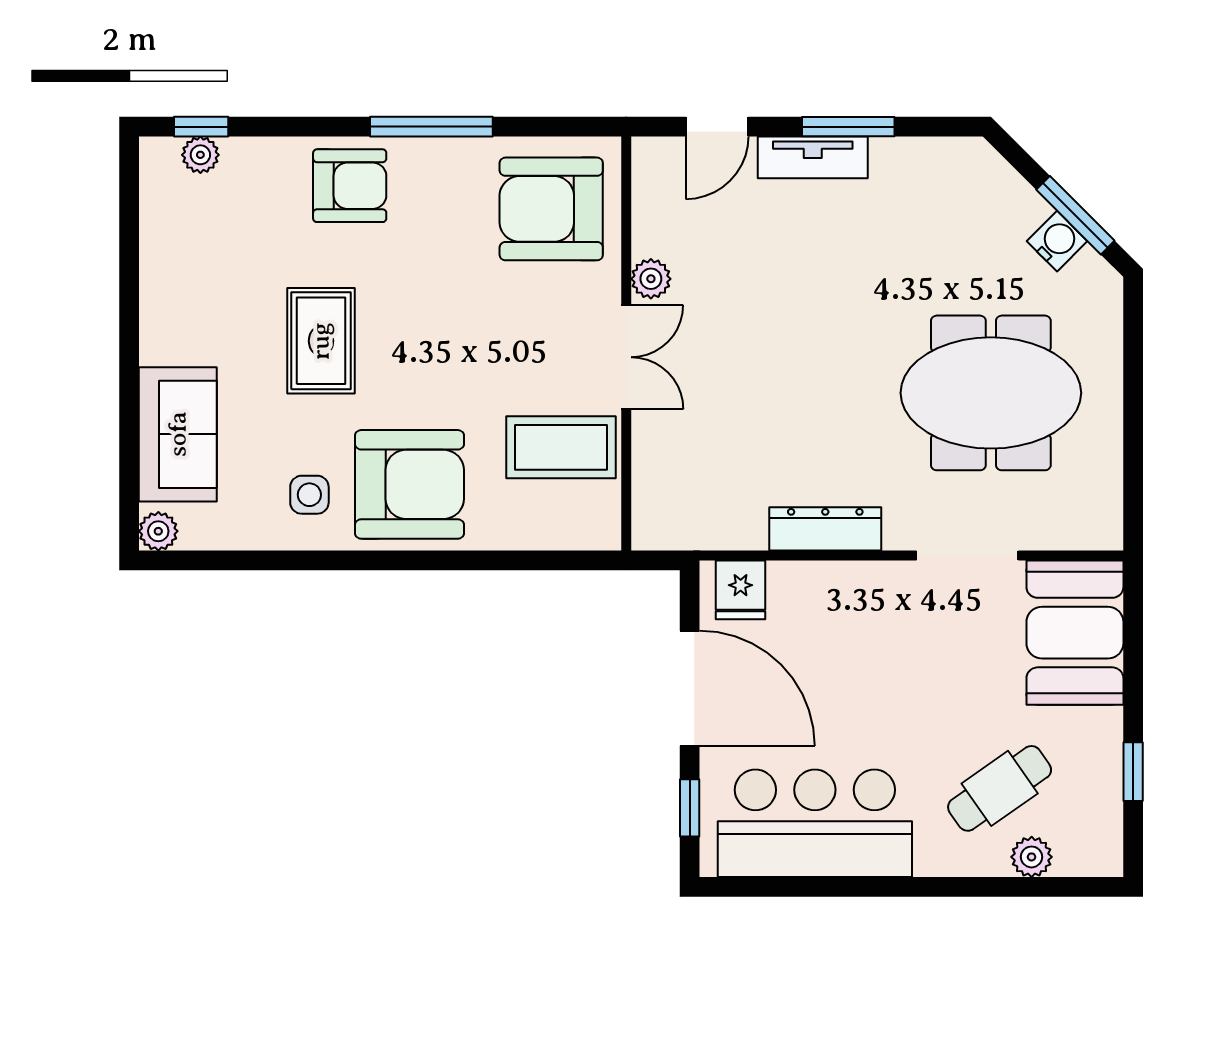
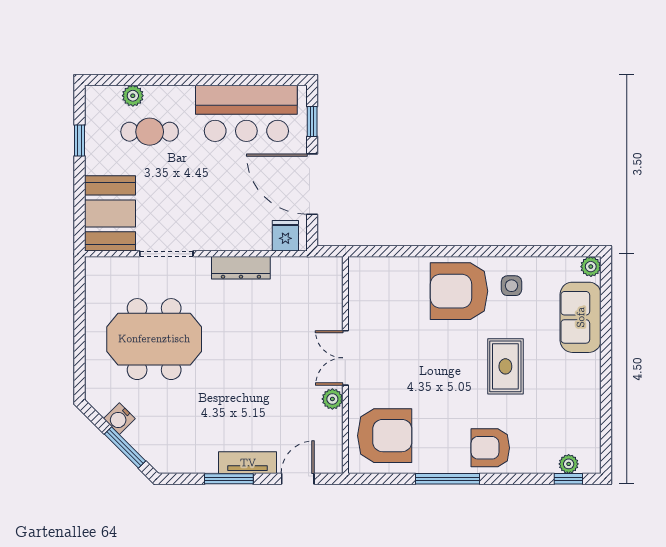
window: (1075, 215) -> (125, 447), moved
coffee table: (561, 447) -> (380, 311), removed
cafe table: (1000, 788) -> (150, 132), turned 35

